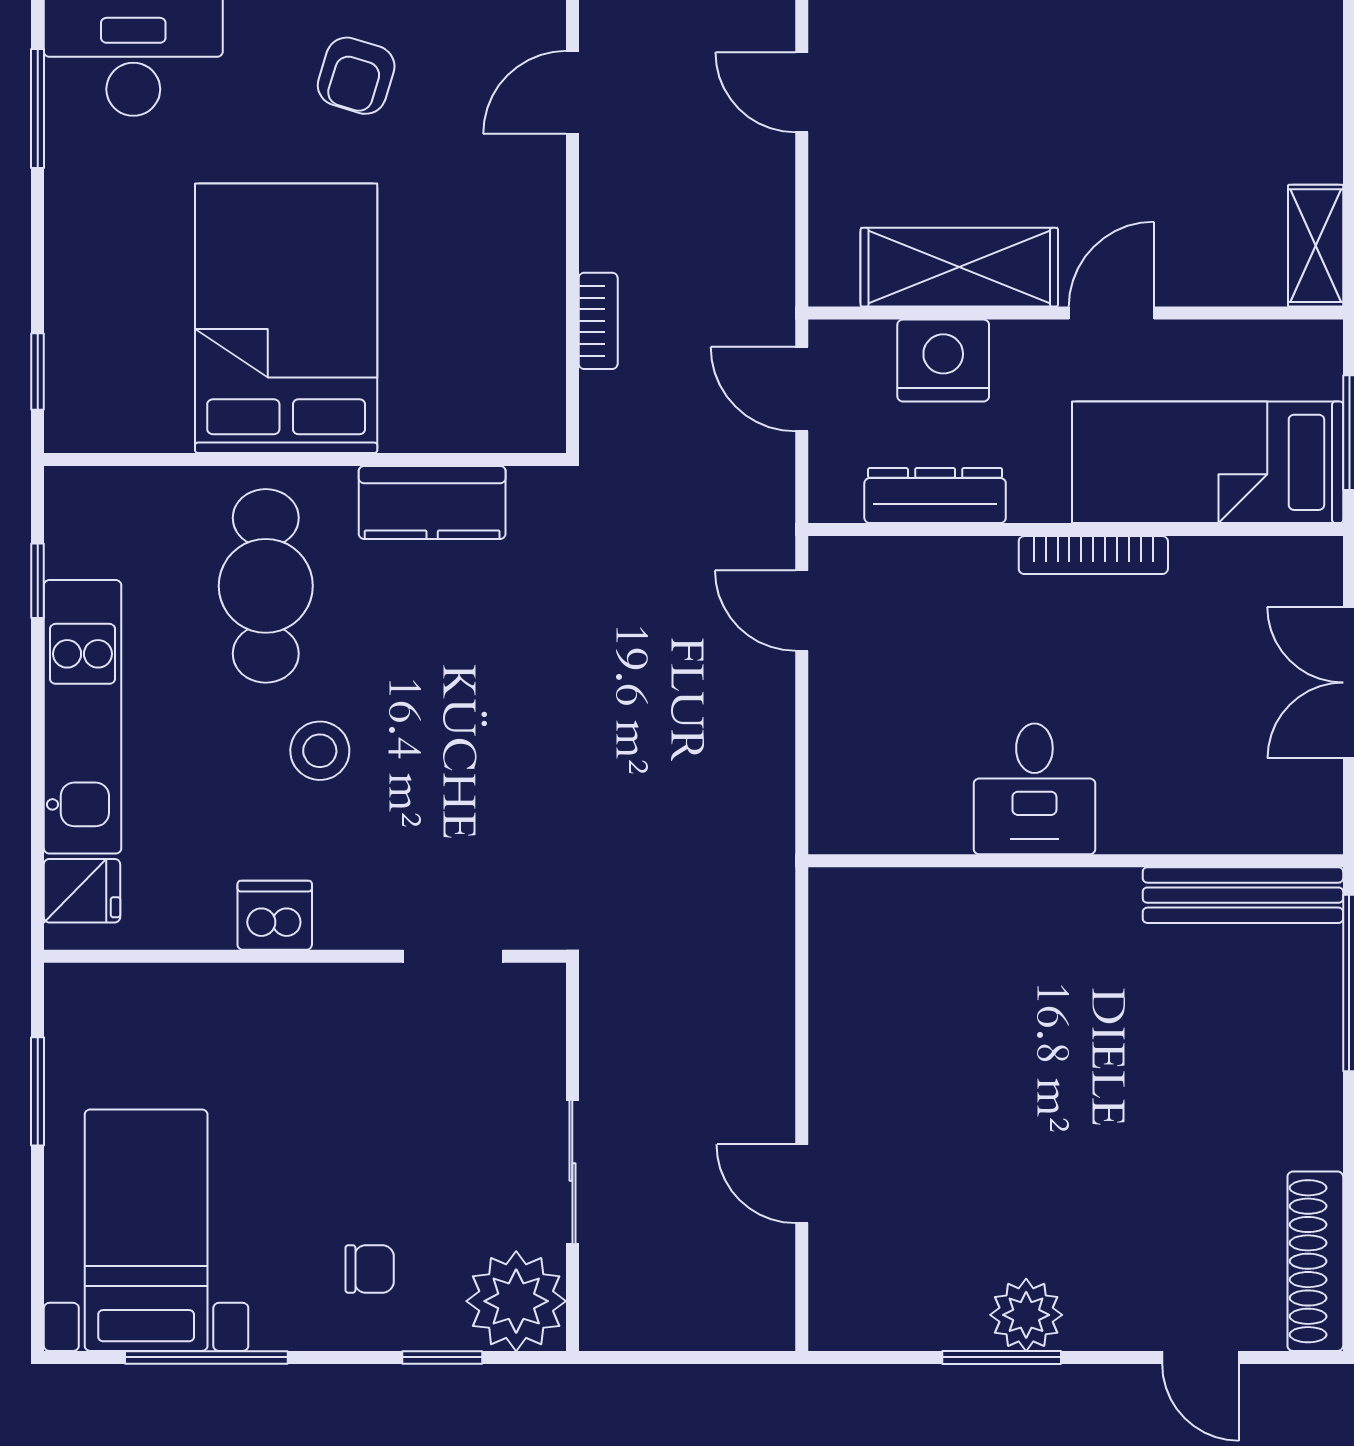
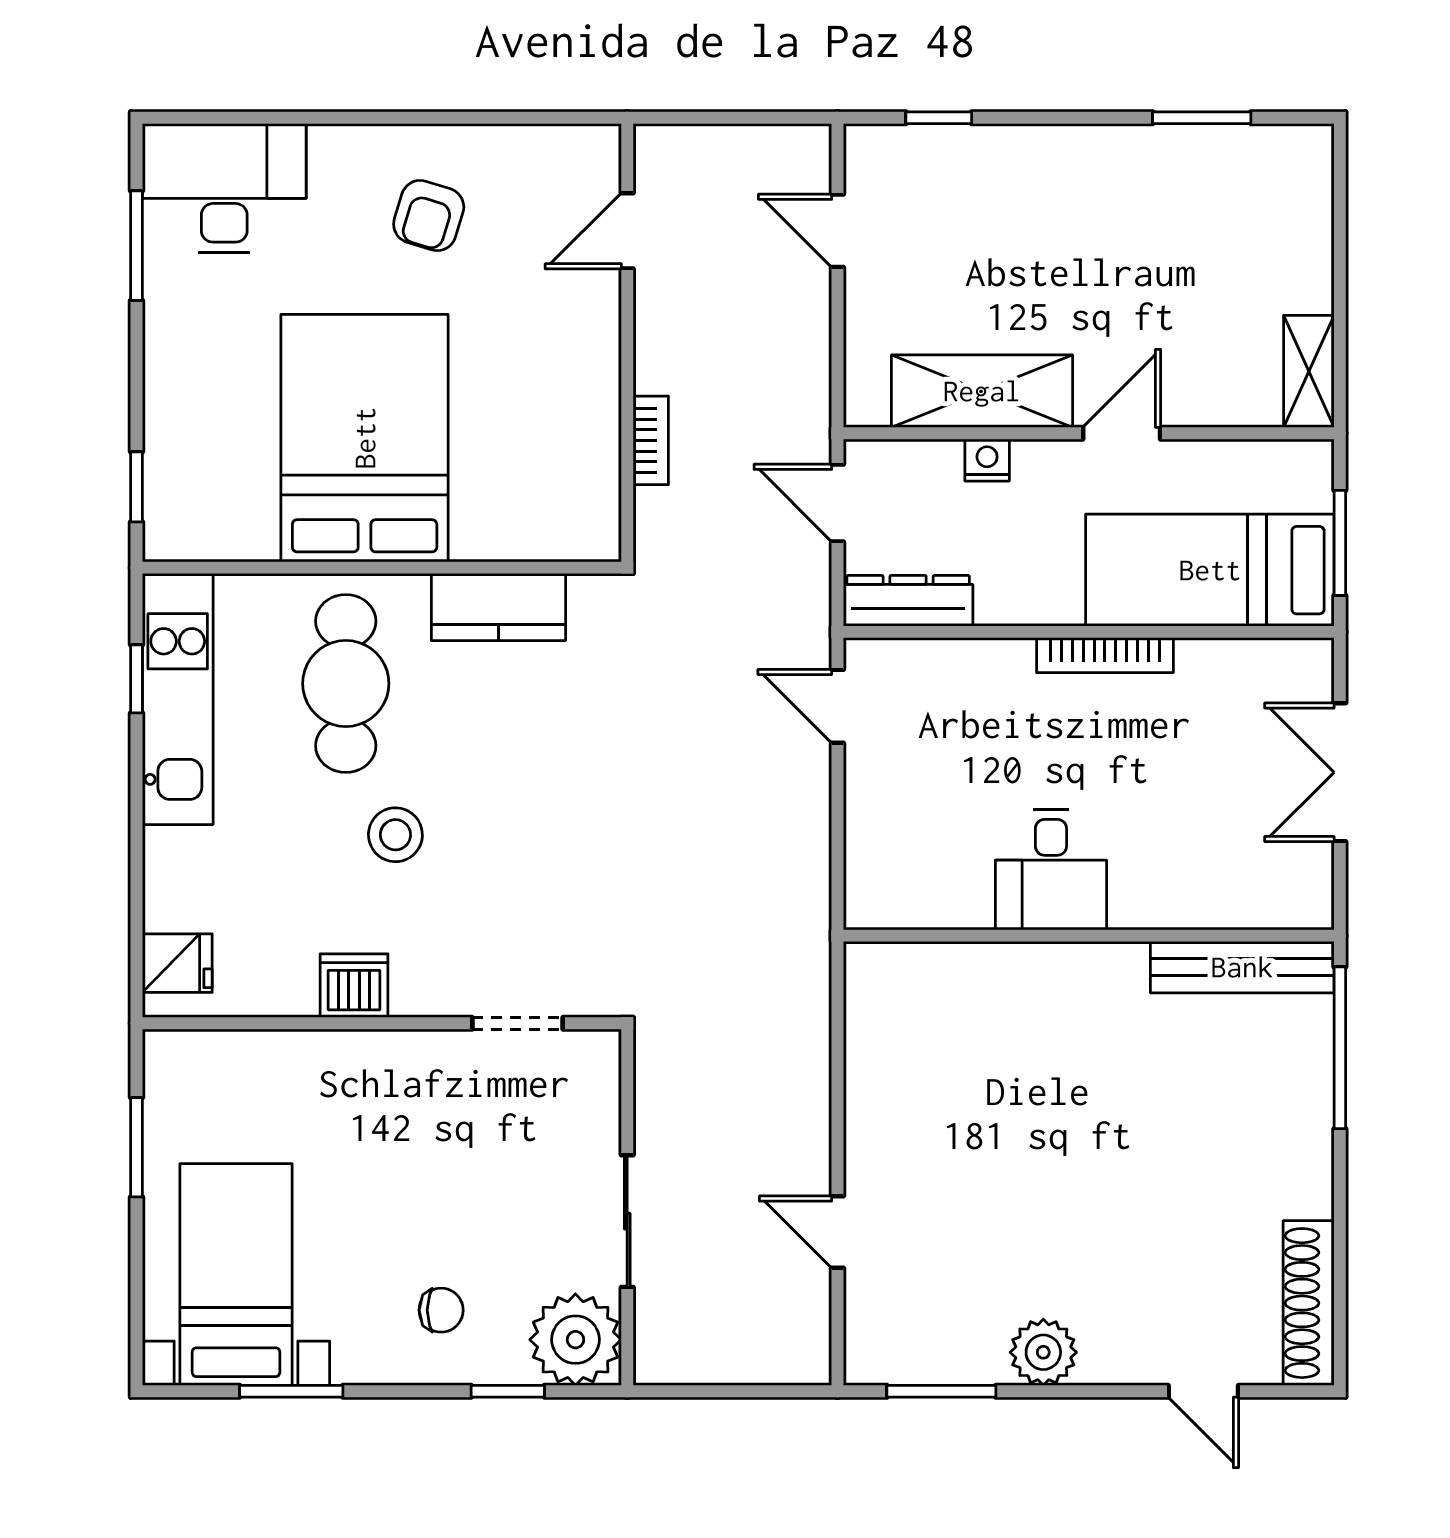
nightstand: (943, 361) -> (987, 460), width x0.53, depth x0.56
dresser: (935, 496) -> (908, 601), moved
kitchen unit: (83, 717) -> (178, 699), moved
window: (206, 1357) -> (291, 1391), width x0.69
window: (1002, 1357) -> (941, 1391), moved

